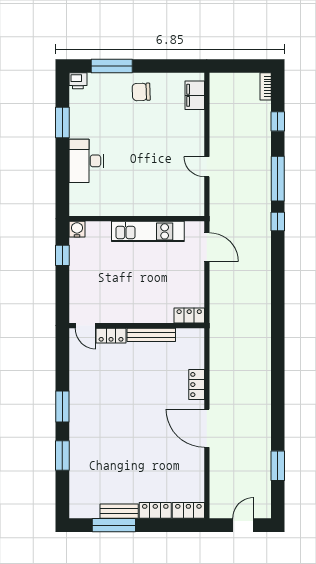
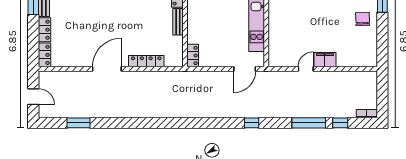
filing cabinet: (195, 95) -> (325, 60), moved
window: (278, 179) -> (309, 123), moved
window: (278, 221) -> (252, 123), moved
bench: (151, 335) -> (178, 22), width x0.73
locker: (197, 385) -> (146, 61), width x1.53

